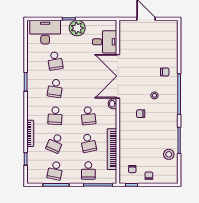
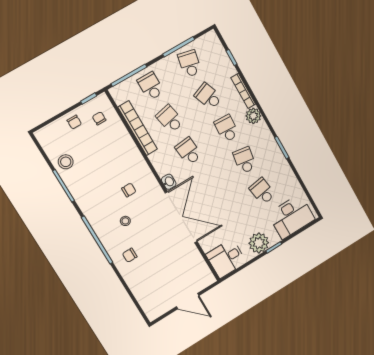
desk: (105, 42) -> (226, 258), moved
plant: (33, 113) -> (253, 116), added
school desk: (55, 143) -> (208, 96), turned -45

